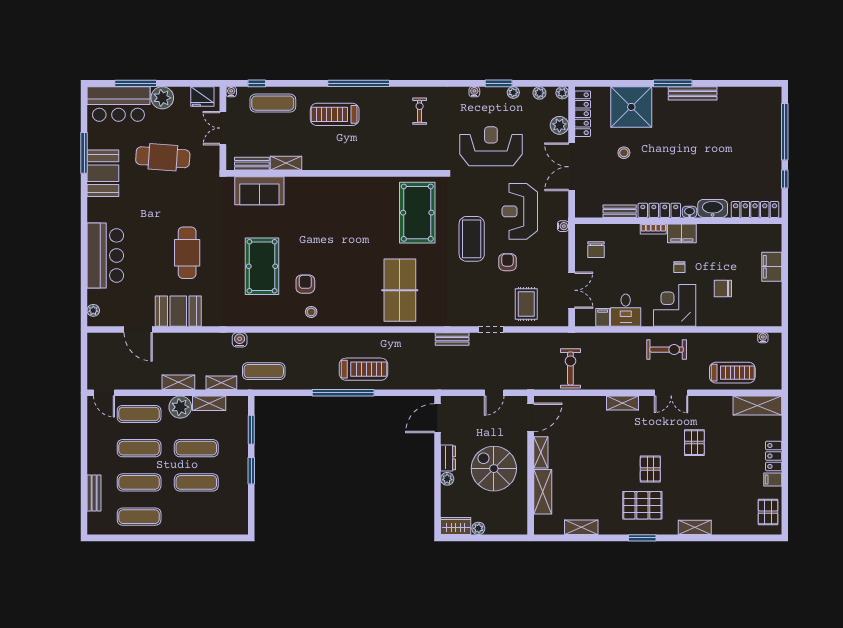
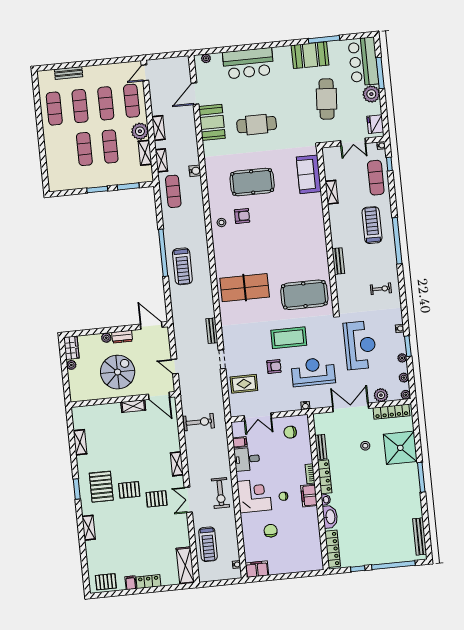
bench: (693, 93) -> (420, 536), moved
double door: (223, 128) -> (353, 142), swing flipped
bench: (252, 164) -> (338, 261), moved
filing cabinet: (772, 267) -> (257, 569), moved
pallet: (694, 443) -> (157, 499), moved
shelving: (543, 492) -> (104, 411), removed

